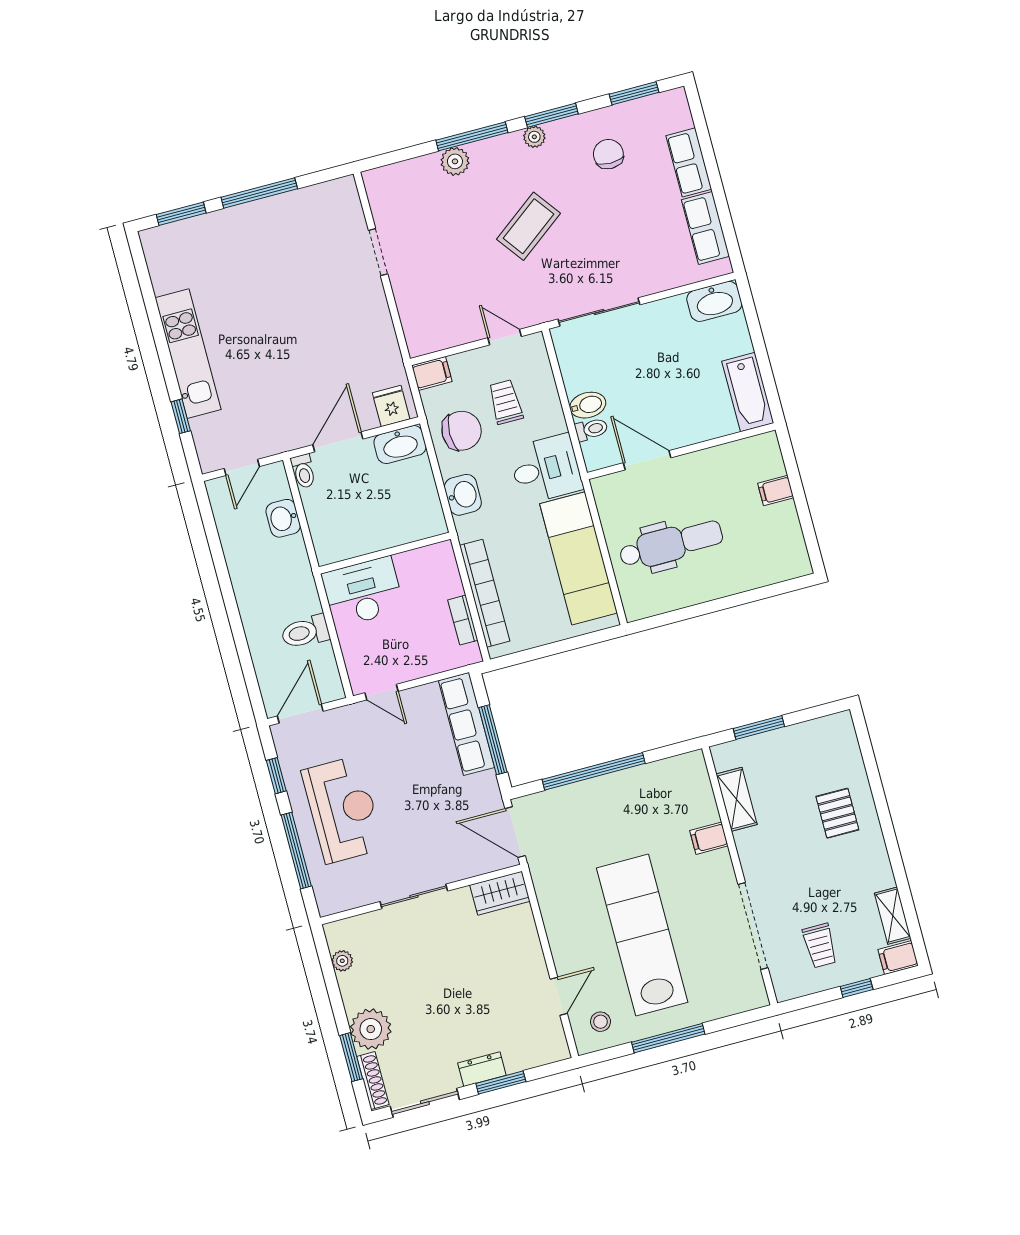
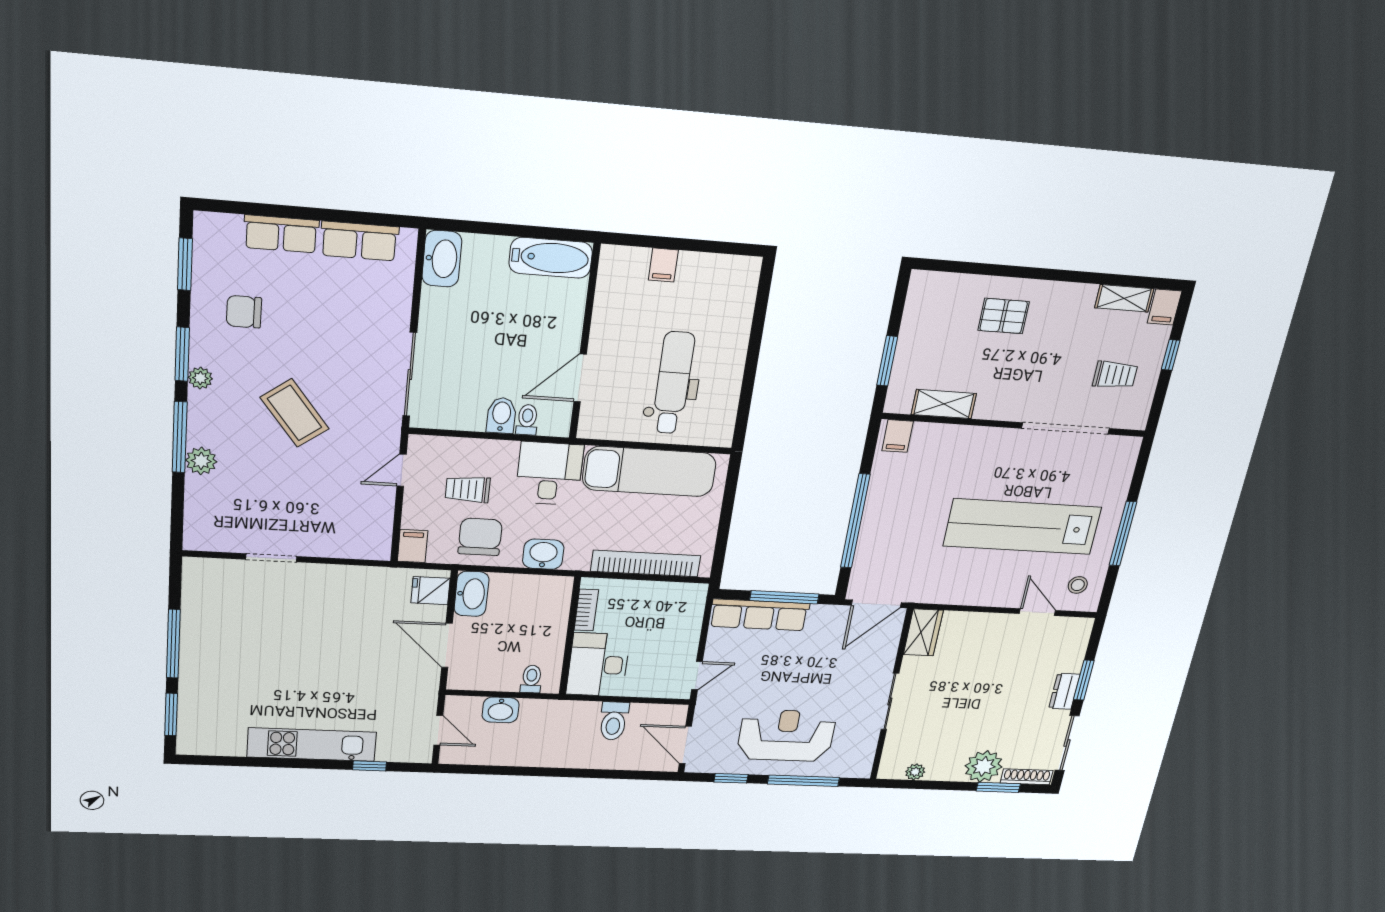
toilet: (303, 471) -> (531, 679), moved, turned -90
bookcase: (463, 620) -> (586, 610), moved, turned -90
filing cabinet: (709, 838) -> (898, 436), moved

